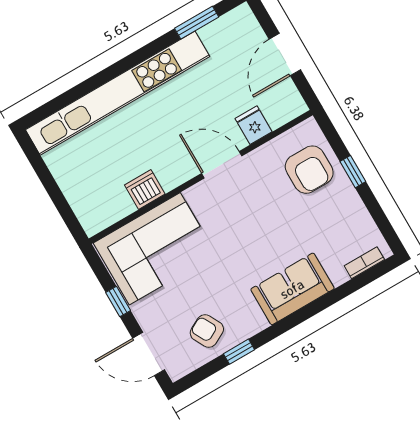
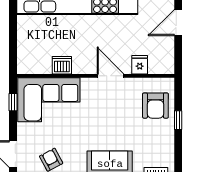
door: (285, 55) -> (178, 23), moved
window: (118, 302) -> (13, 102), moved

